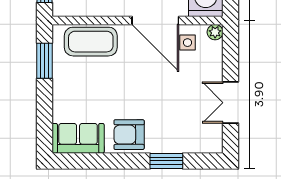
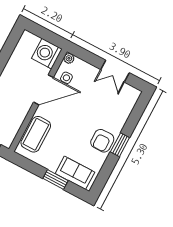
window: (44, 61) -> (56, 179), moved
sofa: (78, 138) -> (75, 173), moved, turned 90
window: (166, 161) -> (120, 145), moved

